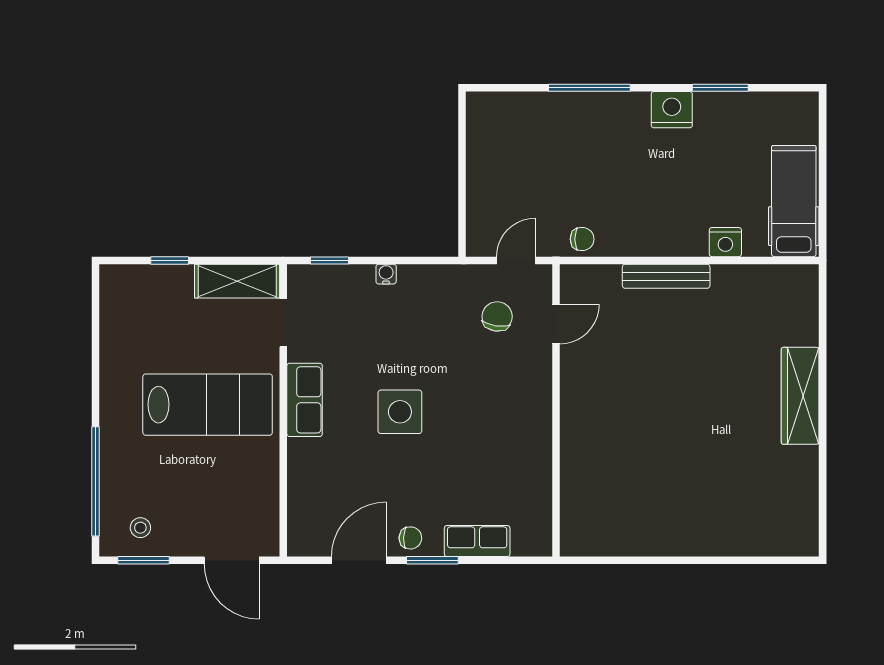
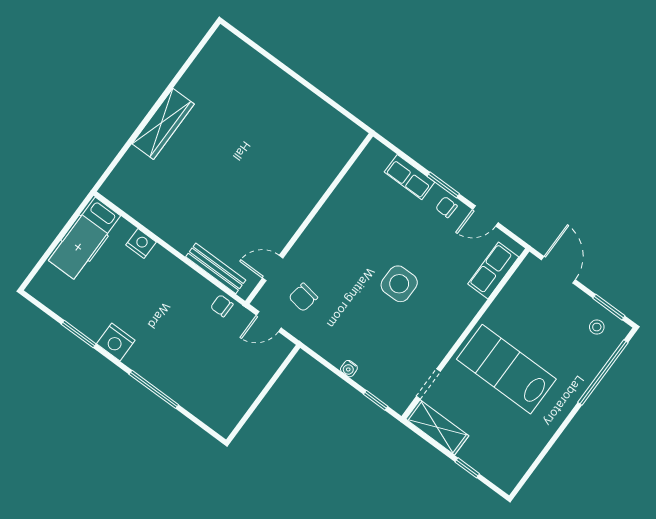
bench: (666, 276) -> (216, 268), moved
row of seats: (305, 400) -> (493, 271), moved
door: (359, 560) -> (485, 216), width x0.73

